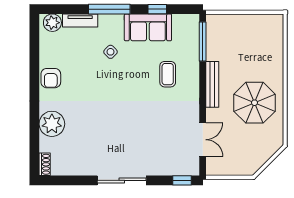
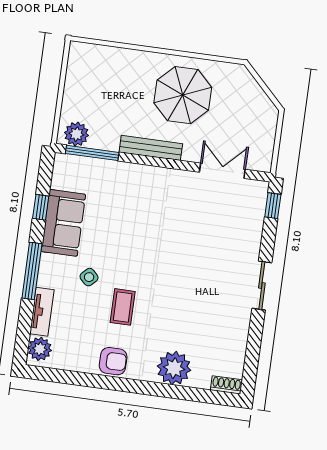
plant: (215, 28) -> (76, 134), added
coffee table: (168, 74) -> (123, 307), moved, turned 90
sliding door: (122, 180) -> (262, 286), width x0.73

